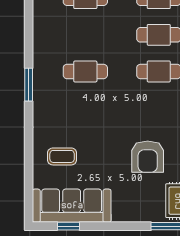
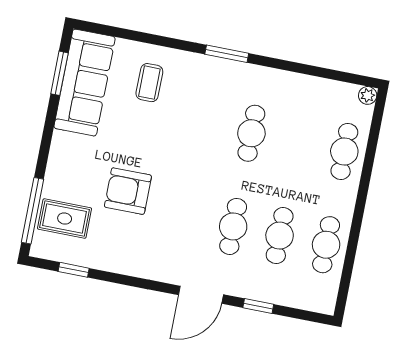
window: (29, 85) -> (227, 54), moved
window: (68, 226) -> (59, 73), width x1.50

